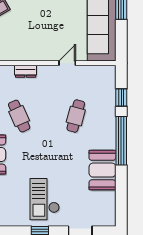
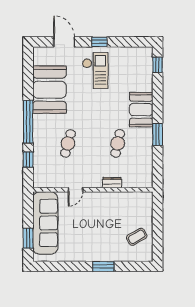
cafe table: (19, 116) -> (118, 143), turned 36
booth: (102, 170) -> (50, 90), width x1.36, depth x1.42

